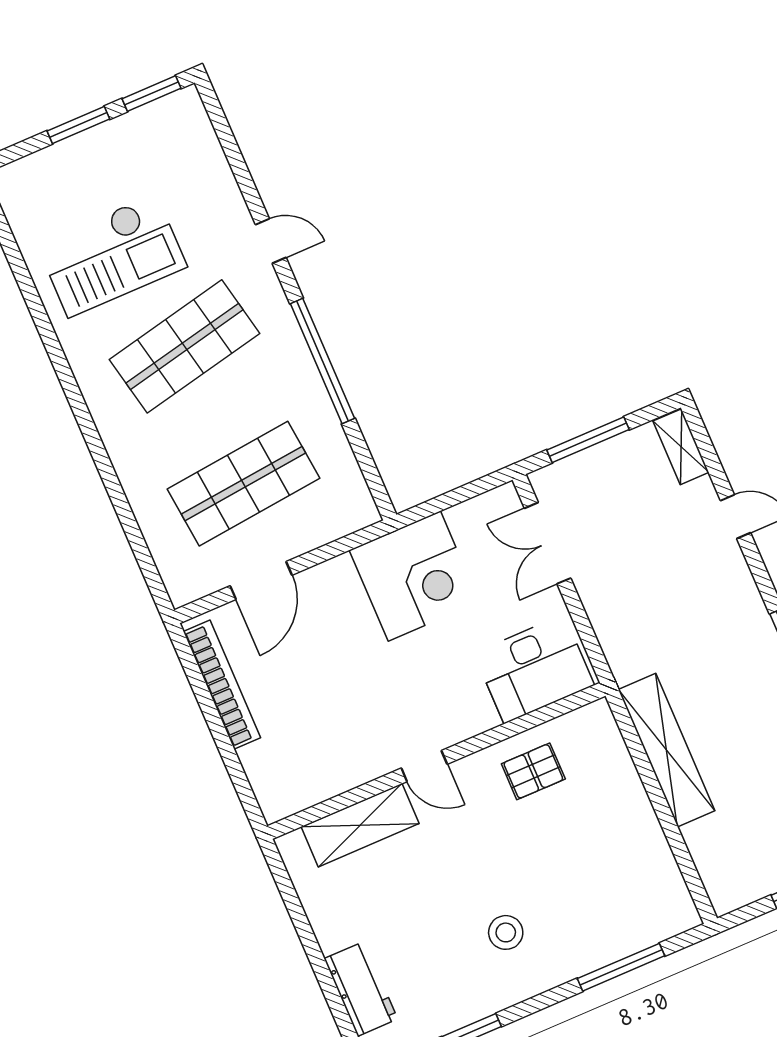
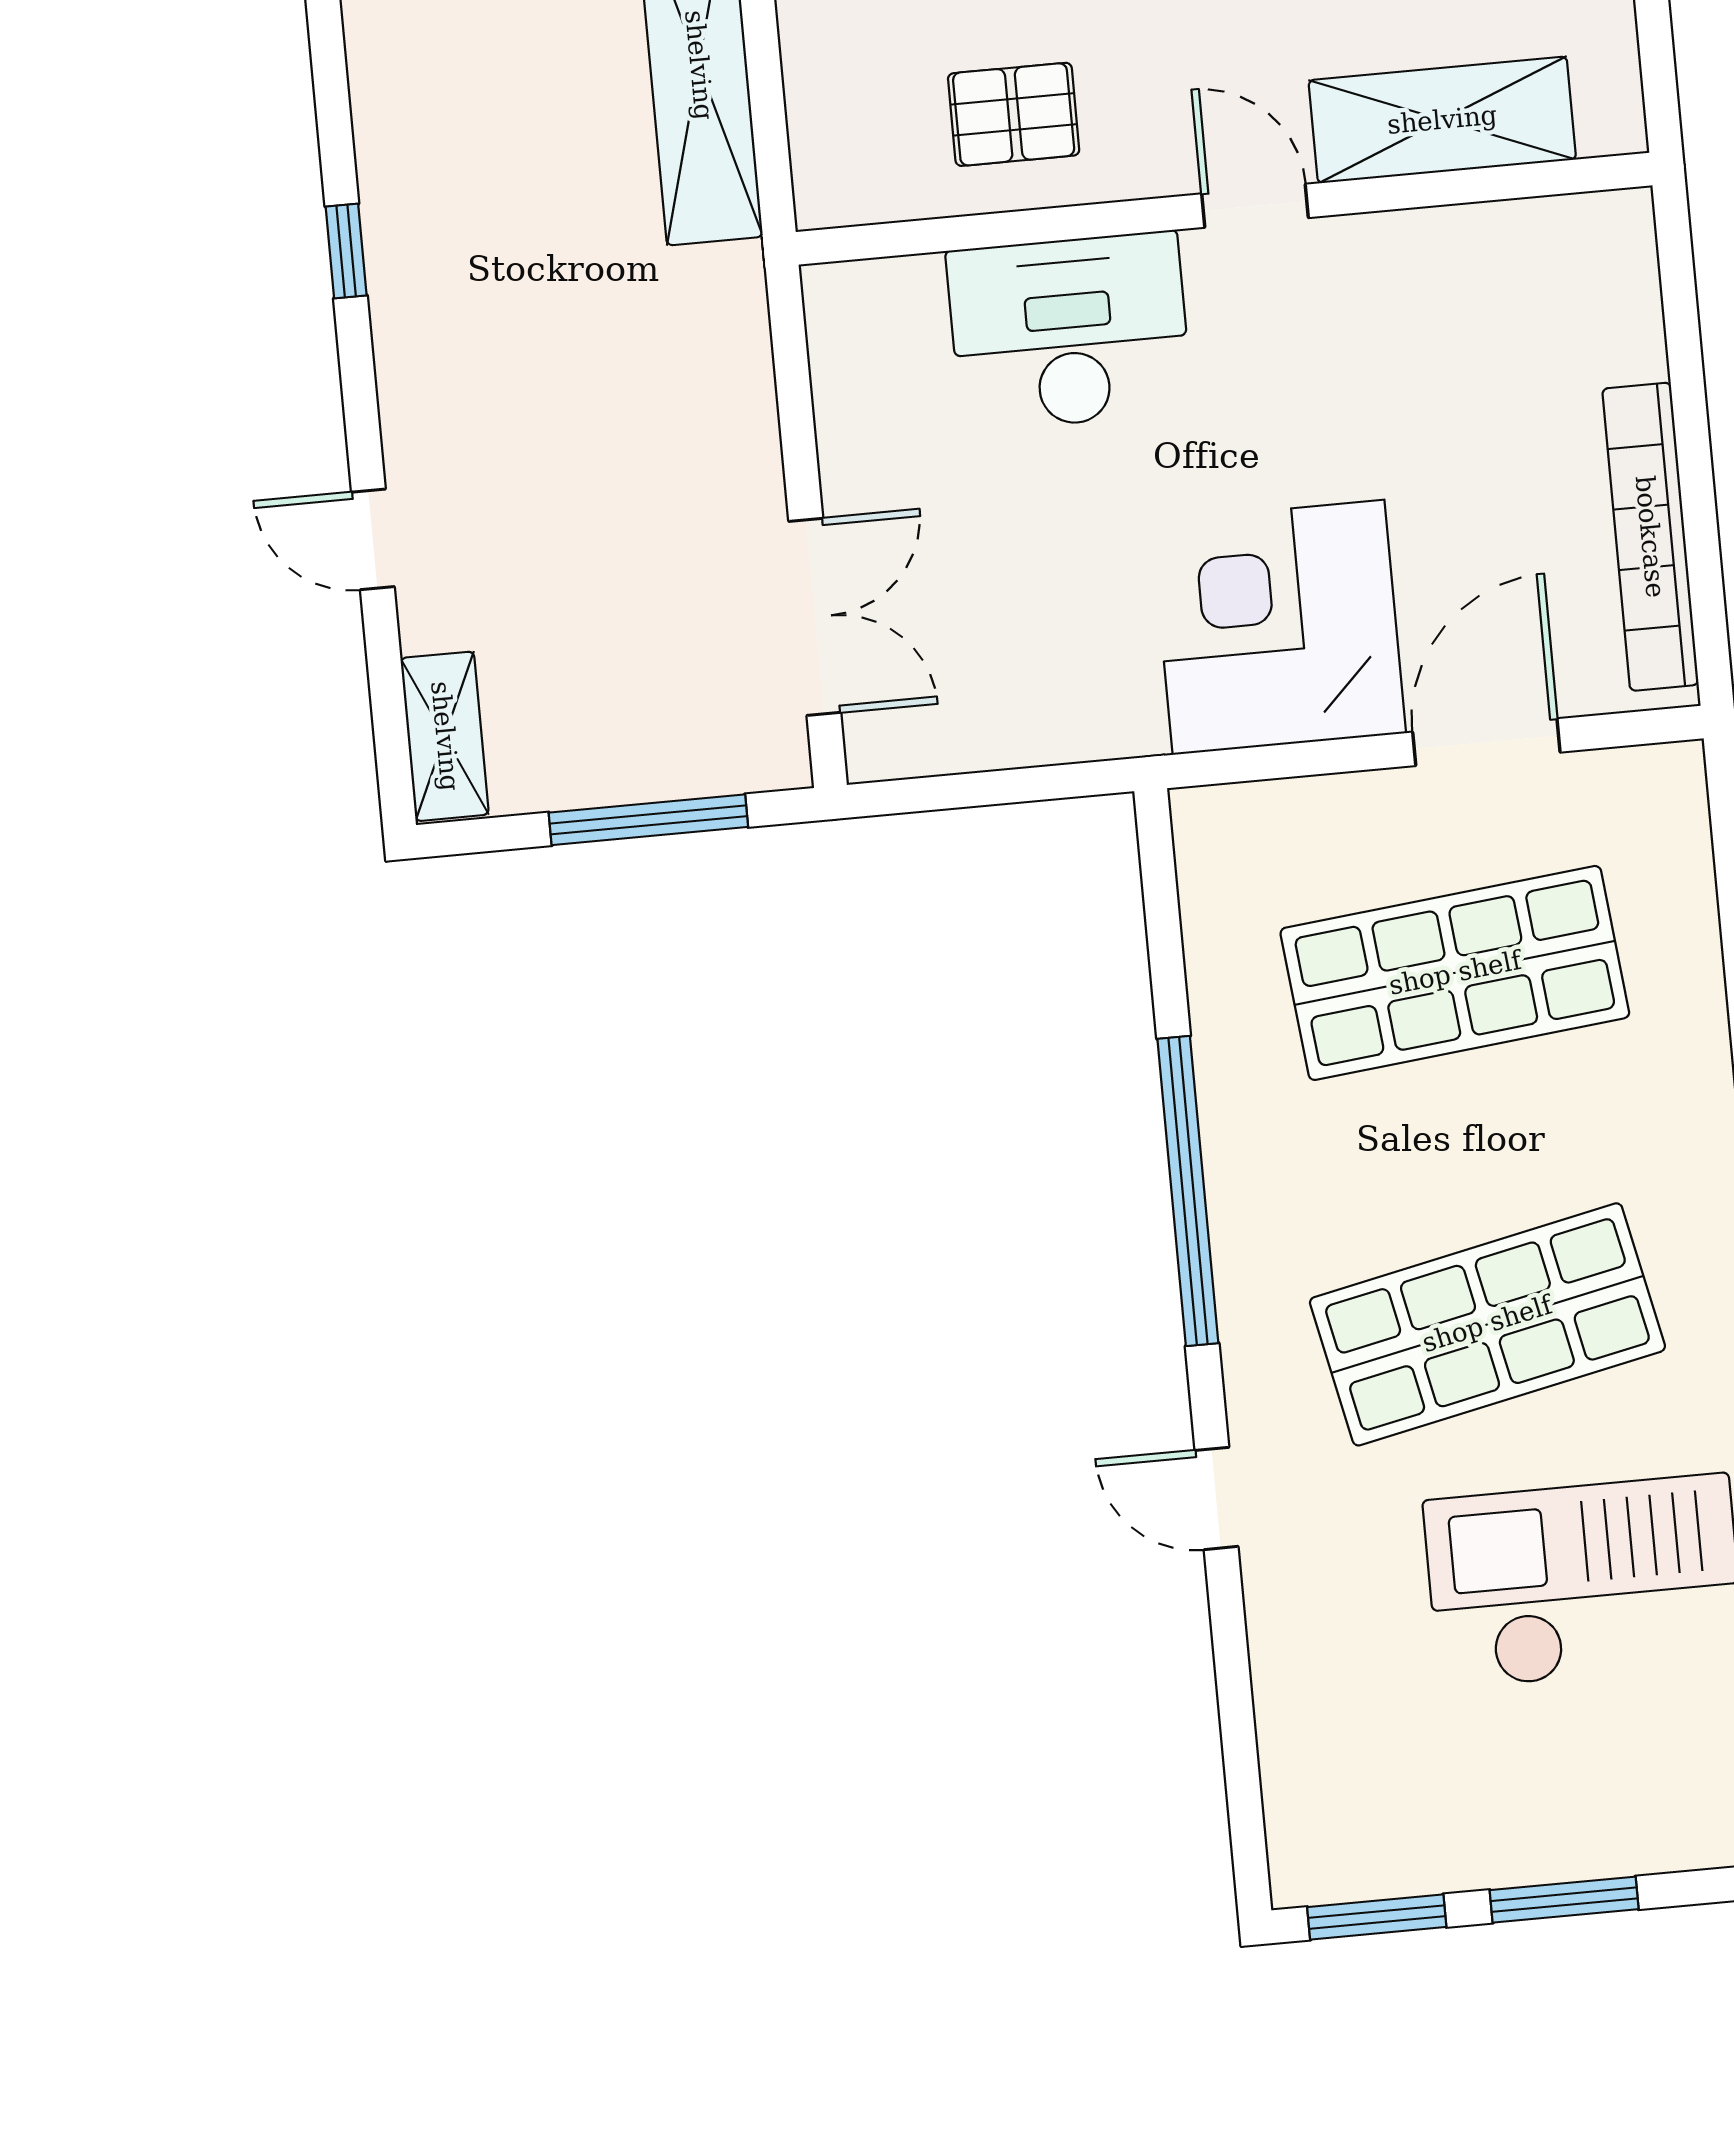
corner desk: (414, 576) -> (1279, 627), moved
desk: (534, 669) -> (1069, 331), moved

